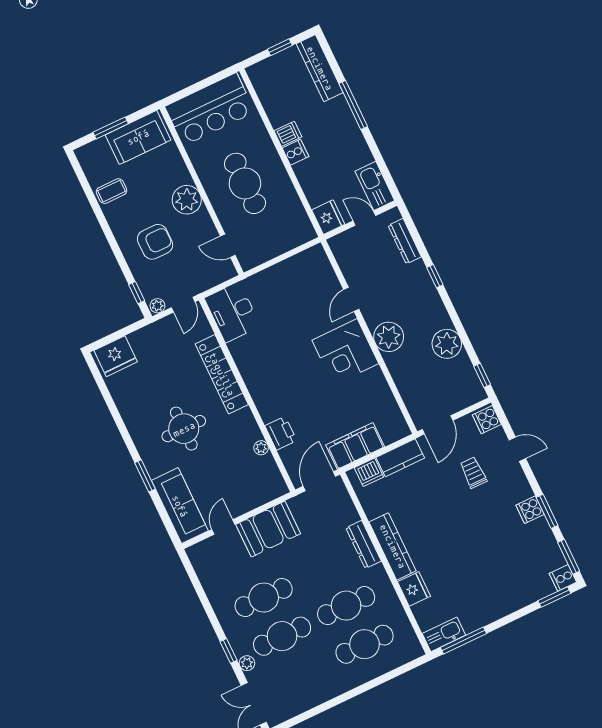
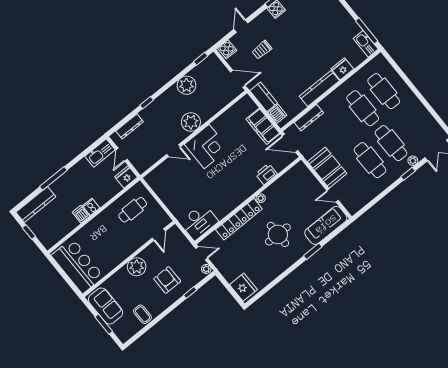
cafe table: (245, 183) -> (133, 210), moved, width x0.73, depth x0.74
window: (137, 293) -> (190, 293), moved
plant: (261, 448) -> (261, 198), moved
dresser: (363, 544) -> (309, 118), moved

